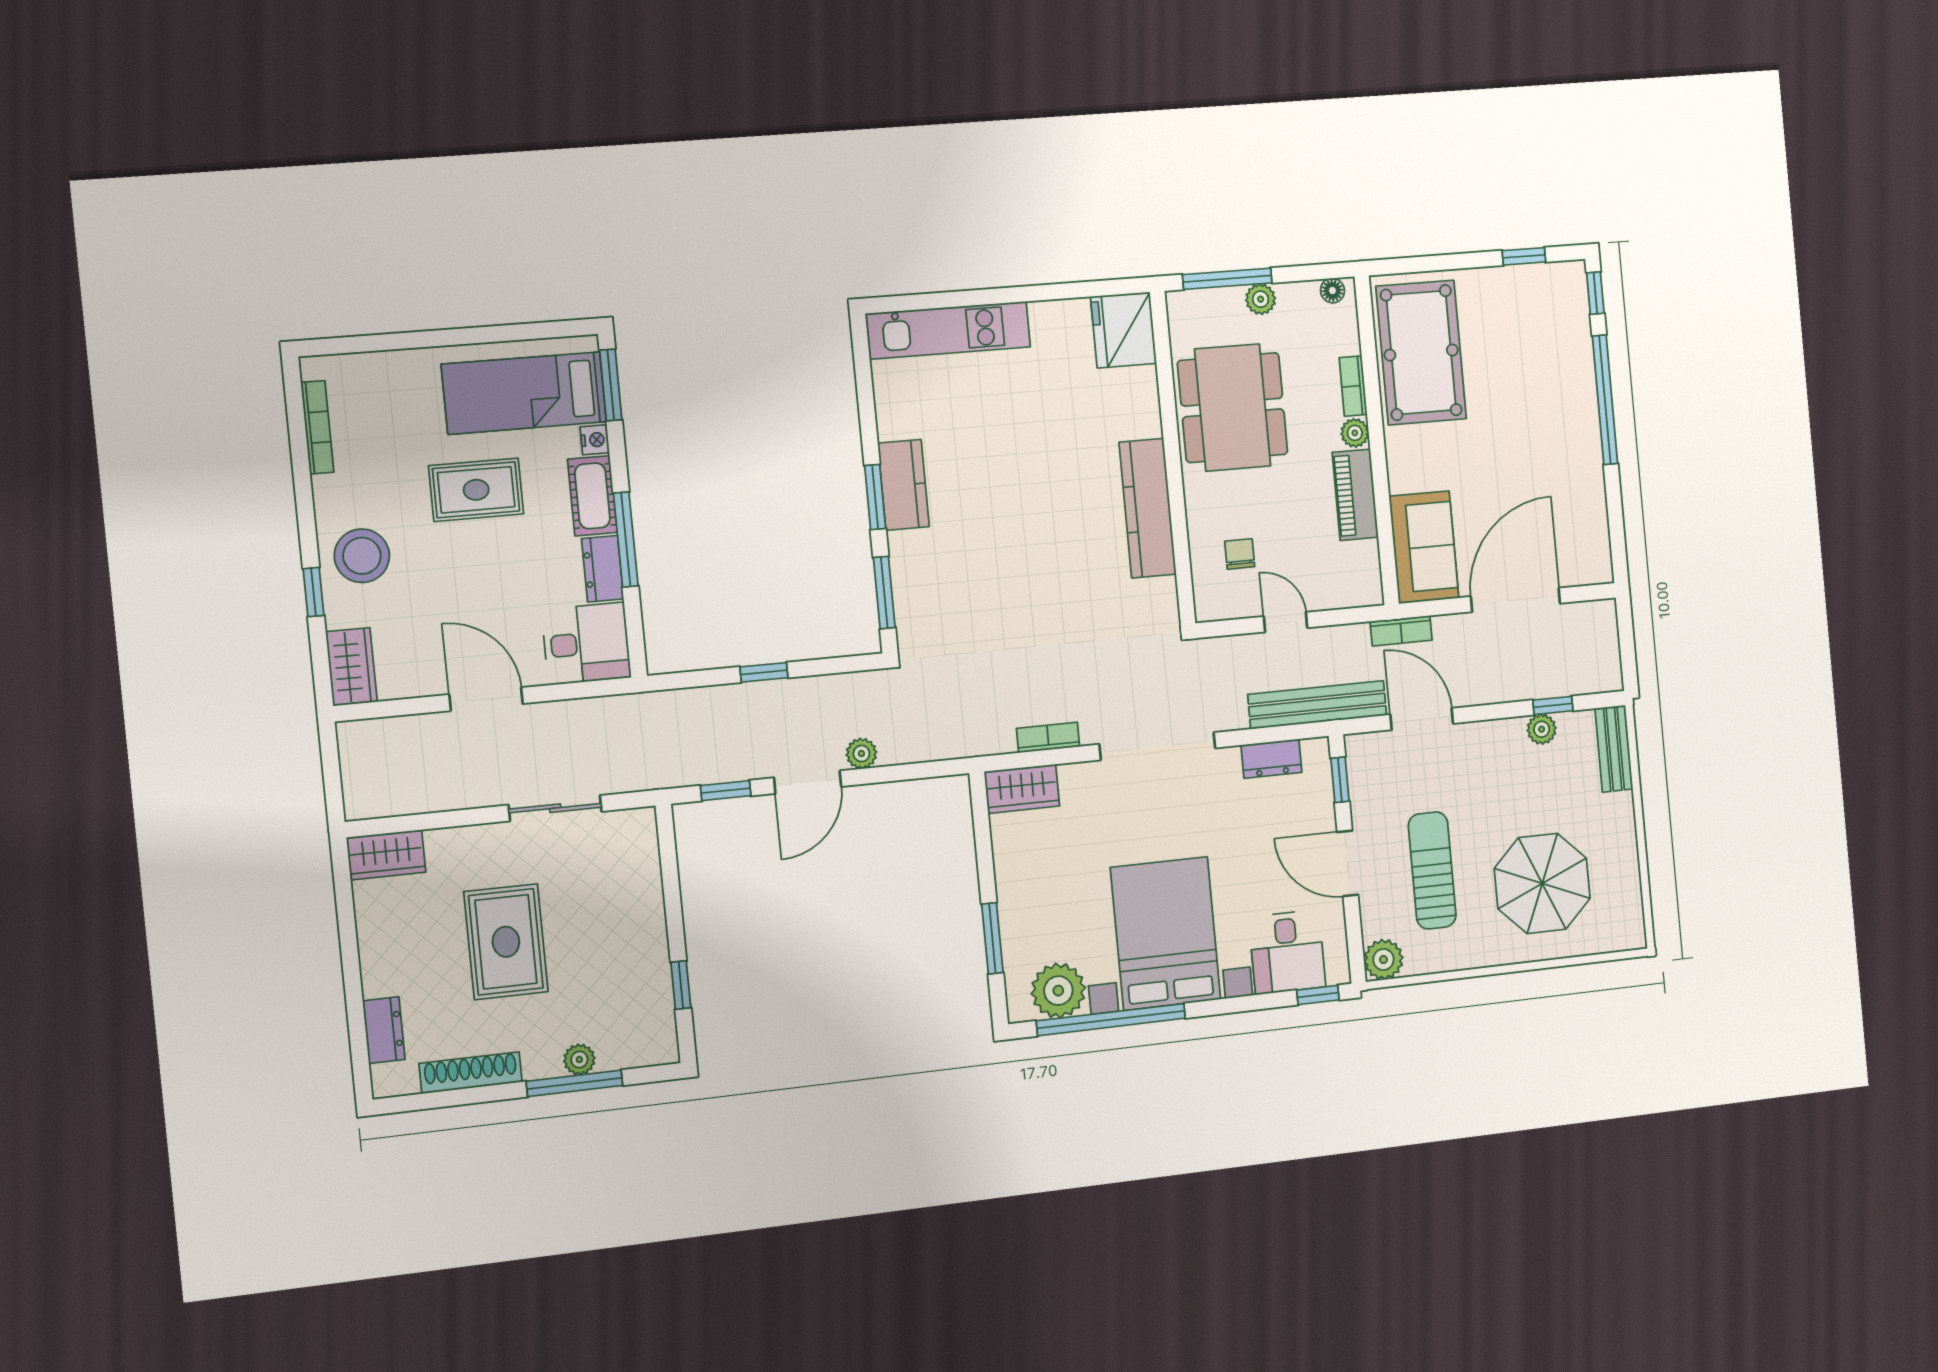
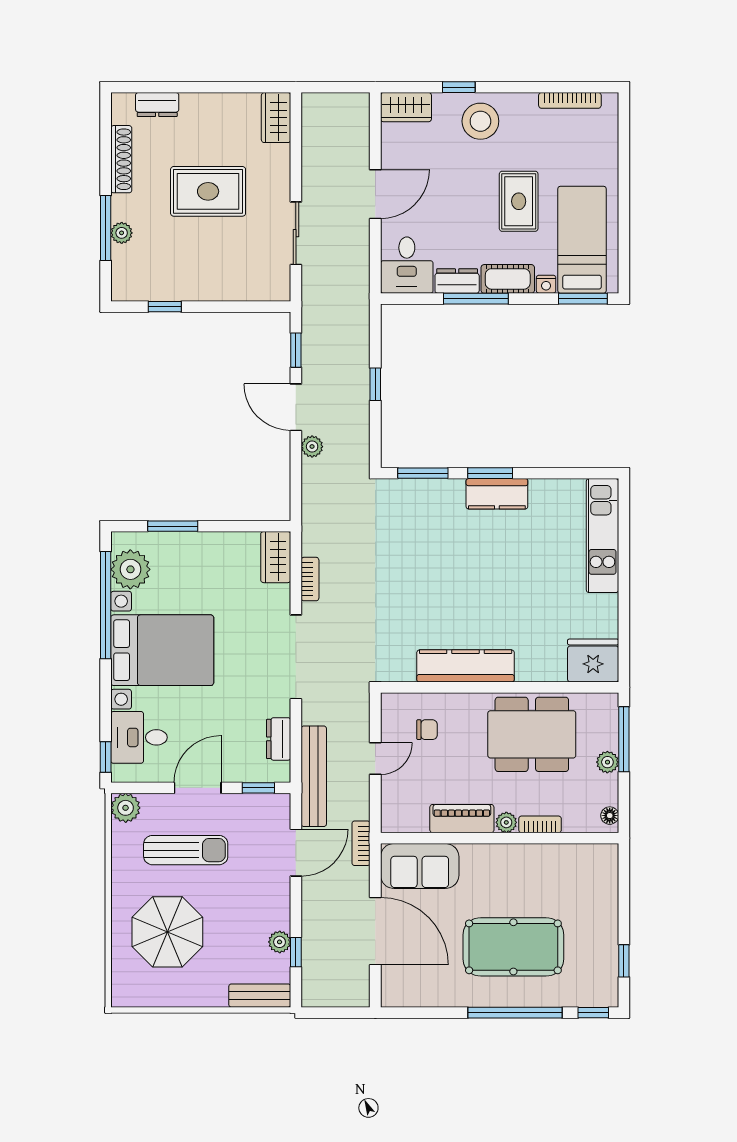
pool table: (1421, 353) -> (513, 947), moved

